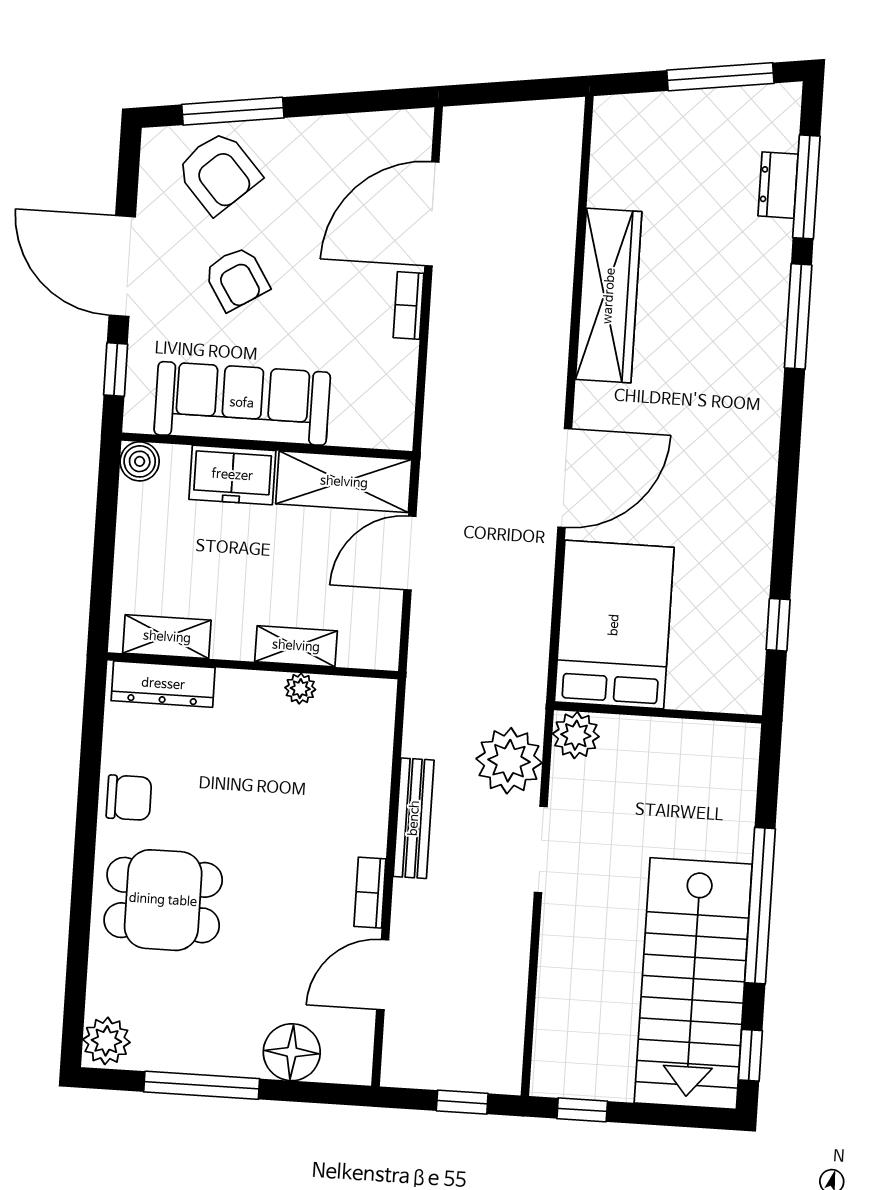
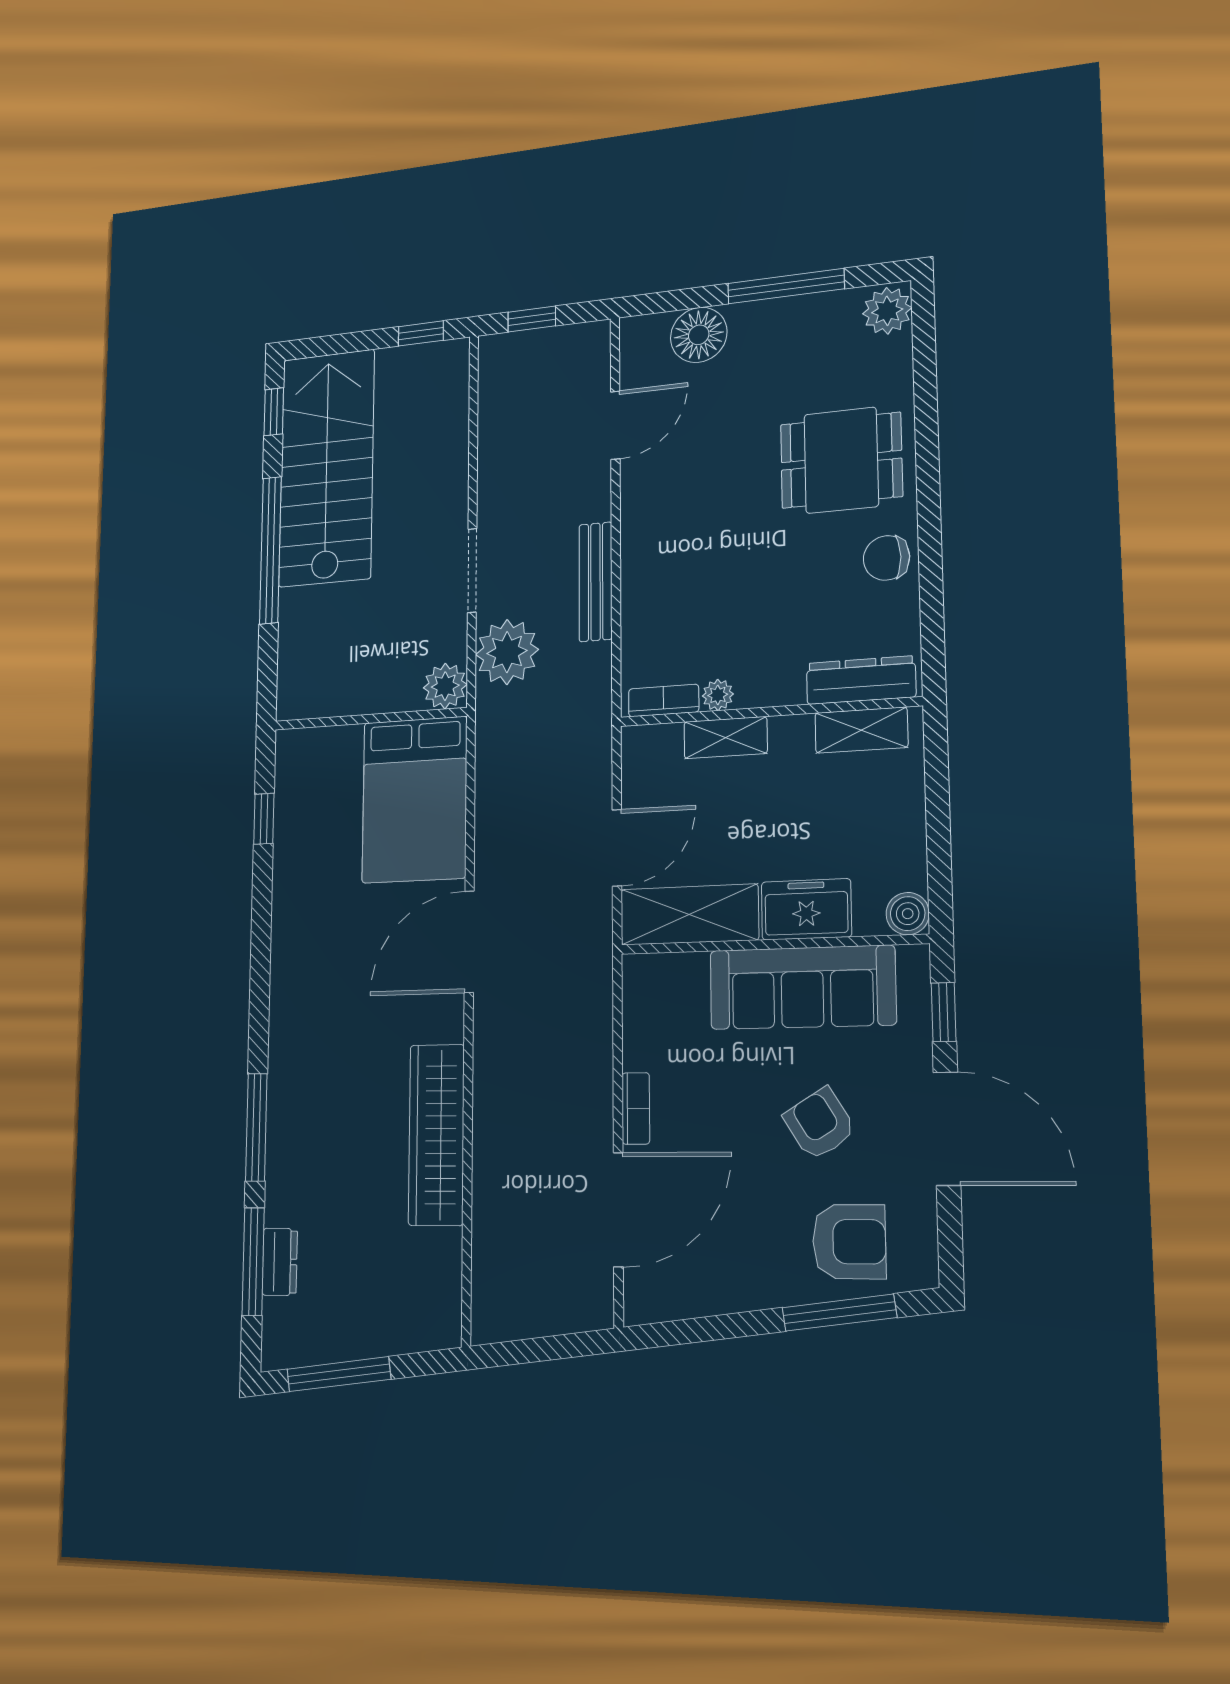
armchair: (219, 173) -> (849, 1242), turned 132
bookcase: (370, 893) -> (664, 700), moved, turned -90

